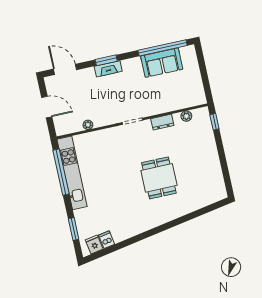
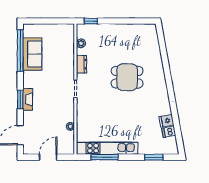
window: (61, 172) -> (104, 157), width x0.68
fridge: (94, 244) -> (166, 121), moved

